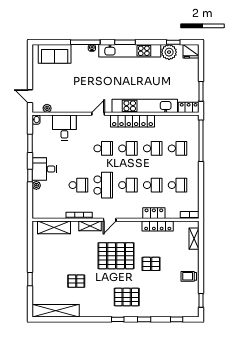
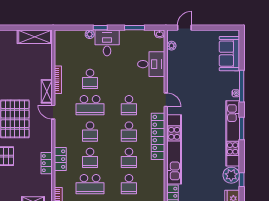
school desk: (178, 185) -> (90, 184), width x1.85
locker: (158, 226) -> (47, 163), width x0.66
shelving: (54, 227) -> (35, 37), moved, turned 90

